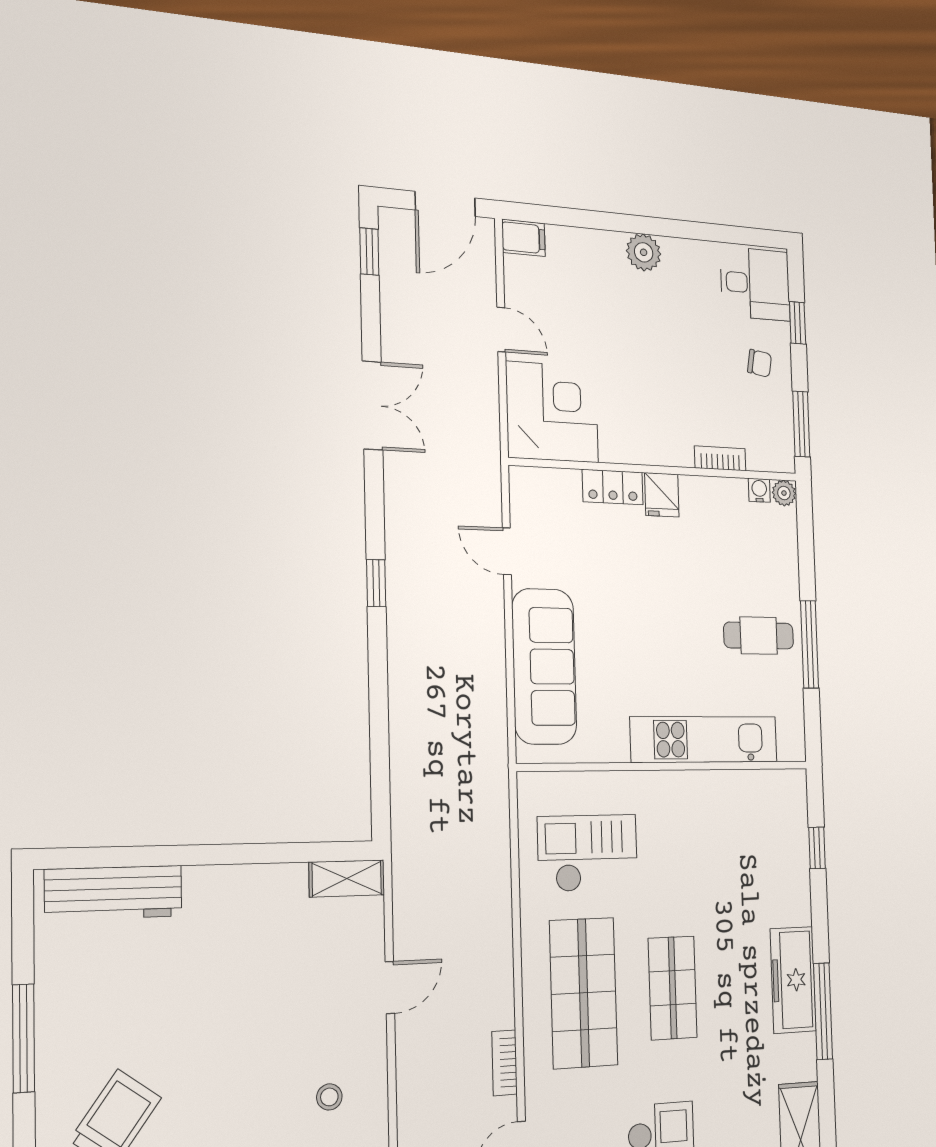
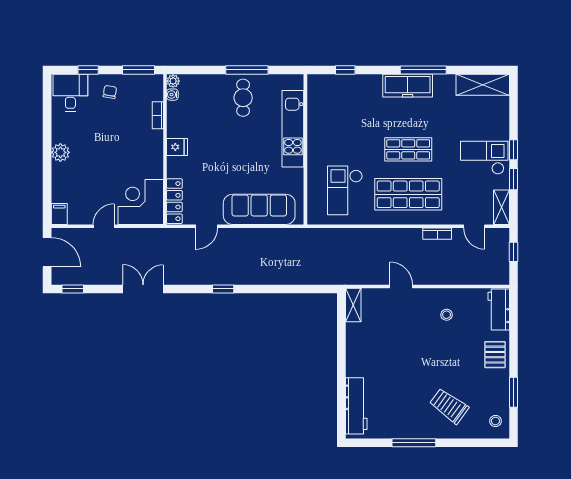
locker: (613, 487) -> (174, 201), moved, width x1.53

